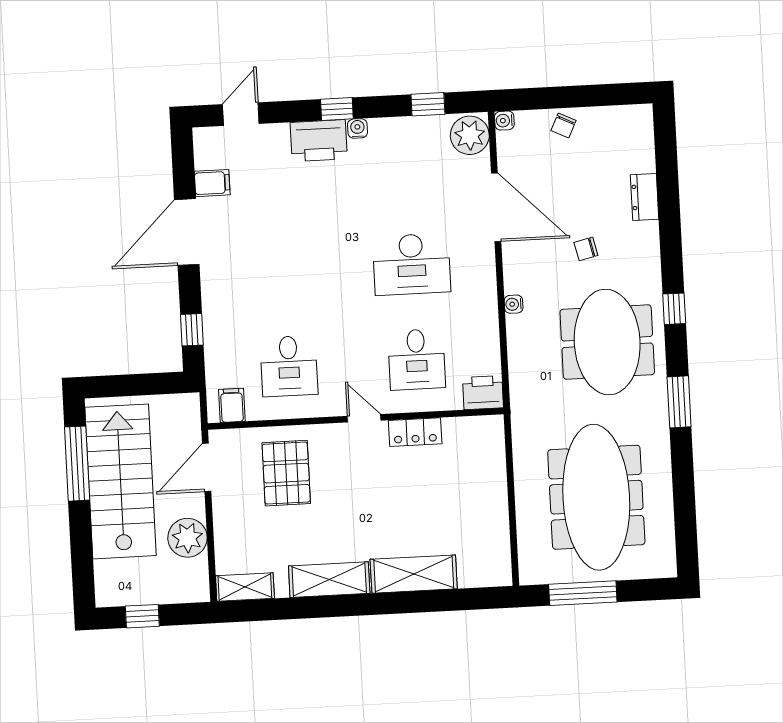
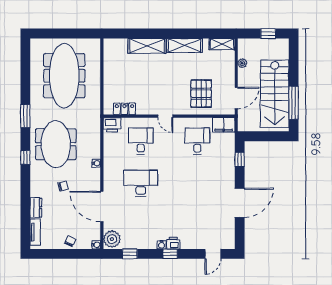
printer: (319, 141) -> (173, 243), width x0.53, depth x0.68
tv unit: (643, 142) -> (35, 232), added
filing cabinet: (212, 183) -> (227, 224), removed
filing cabinet: (232, 405) -> (224, 125), width x2.00
locker: (415, 432) -> (124, 109), moved
plant: (188, 538) -> (242, 63), width x0.53, depth x0.53
window: (583, 593) -> (72, 34), removed

